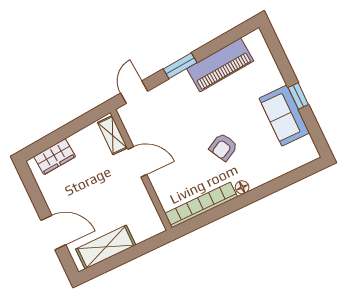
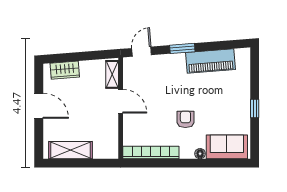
sofa: (284, 116) -> (227, 147), moved, turned 90
armchair: (223, 147) -> (185, 119), turned 118
floor lamp: (242, 187) -> (200, 154), moved
door: (53, 233) -> (39, 106), moved

